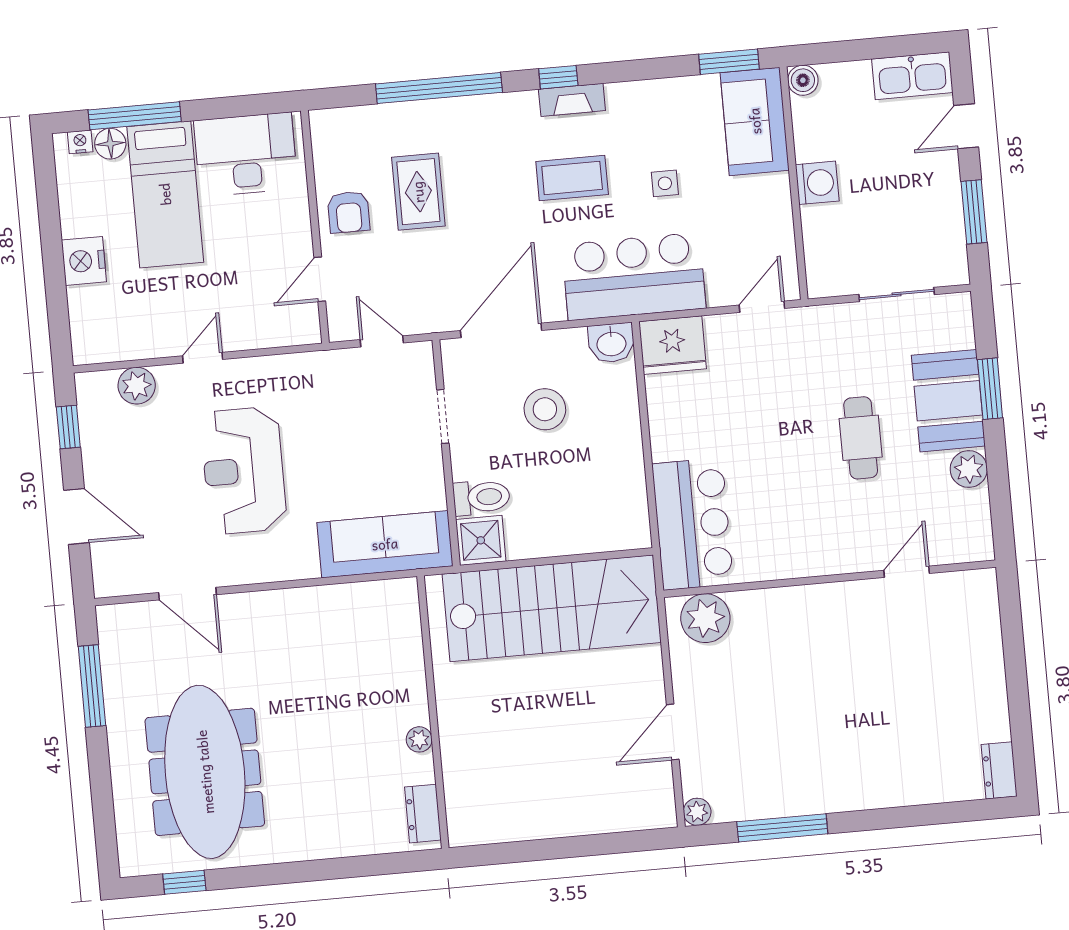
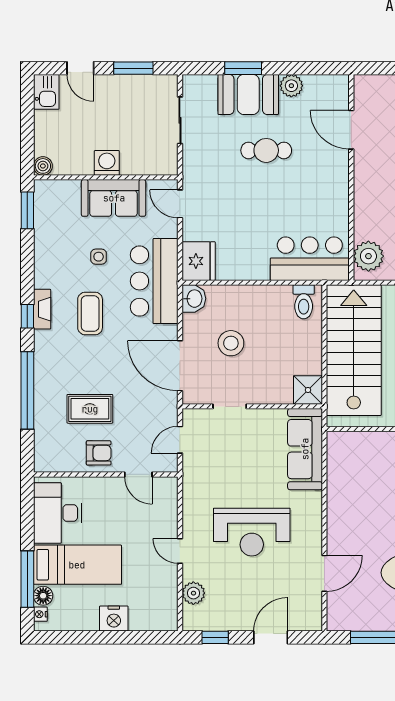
kitchen sink: (912, 76) -> (46, 92), width x0.73
sofa: (755, 121) -> (114, 198), moved
toilet: (481, 497) -> (304, 302), moved, turned 180
door: (907, 572) -> (351, 130), width x1.38

